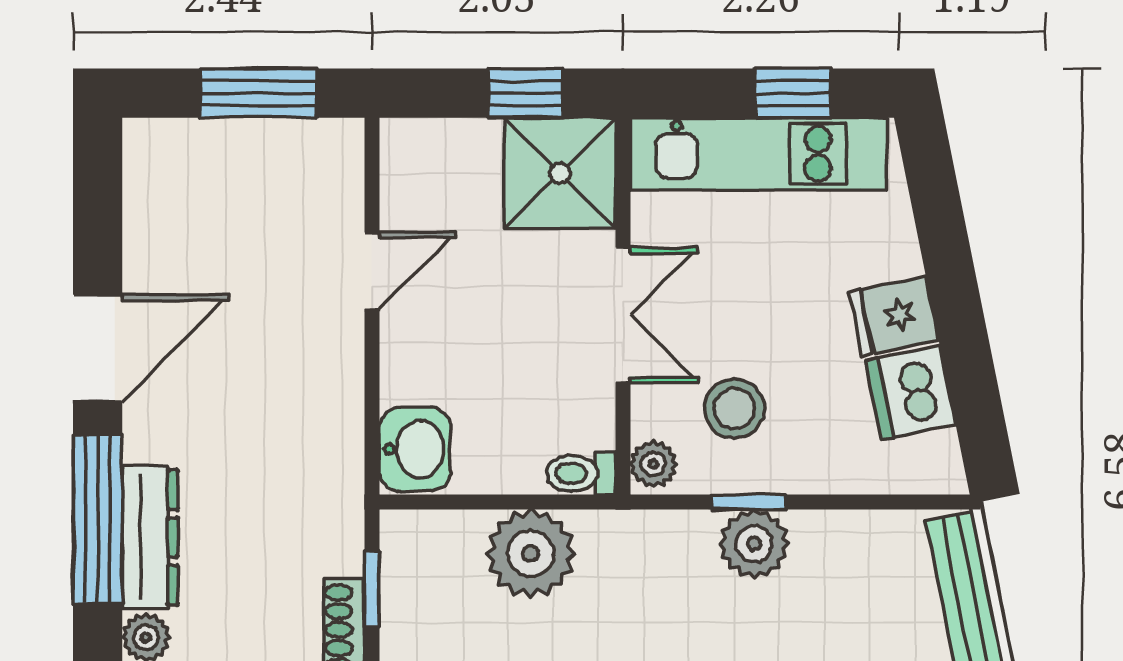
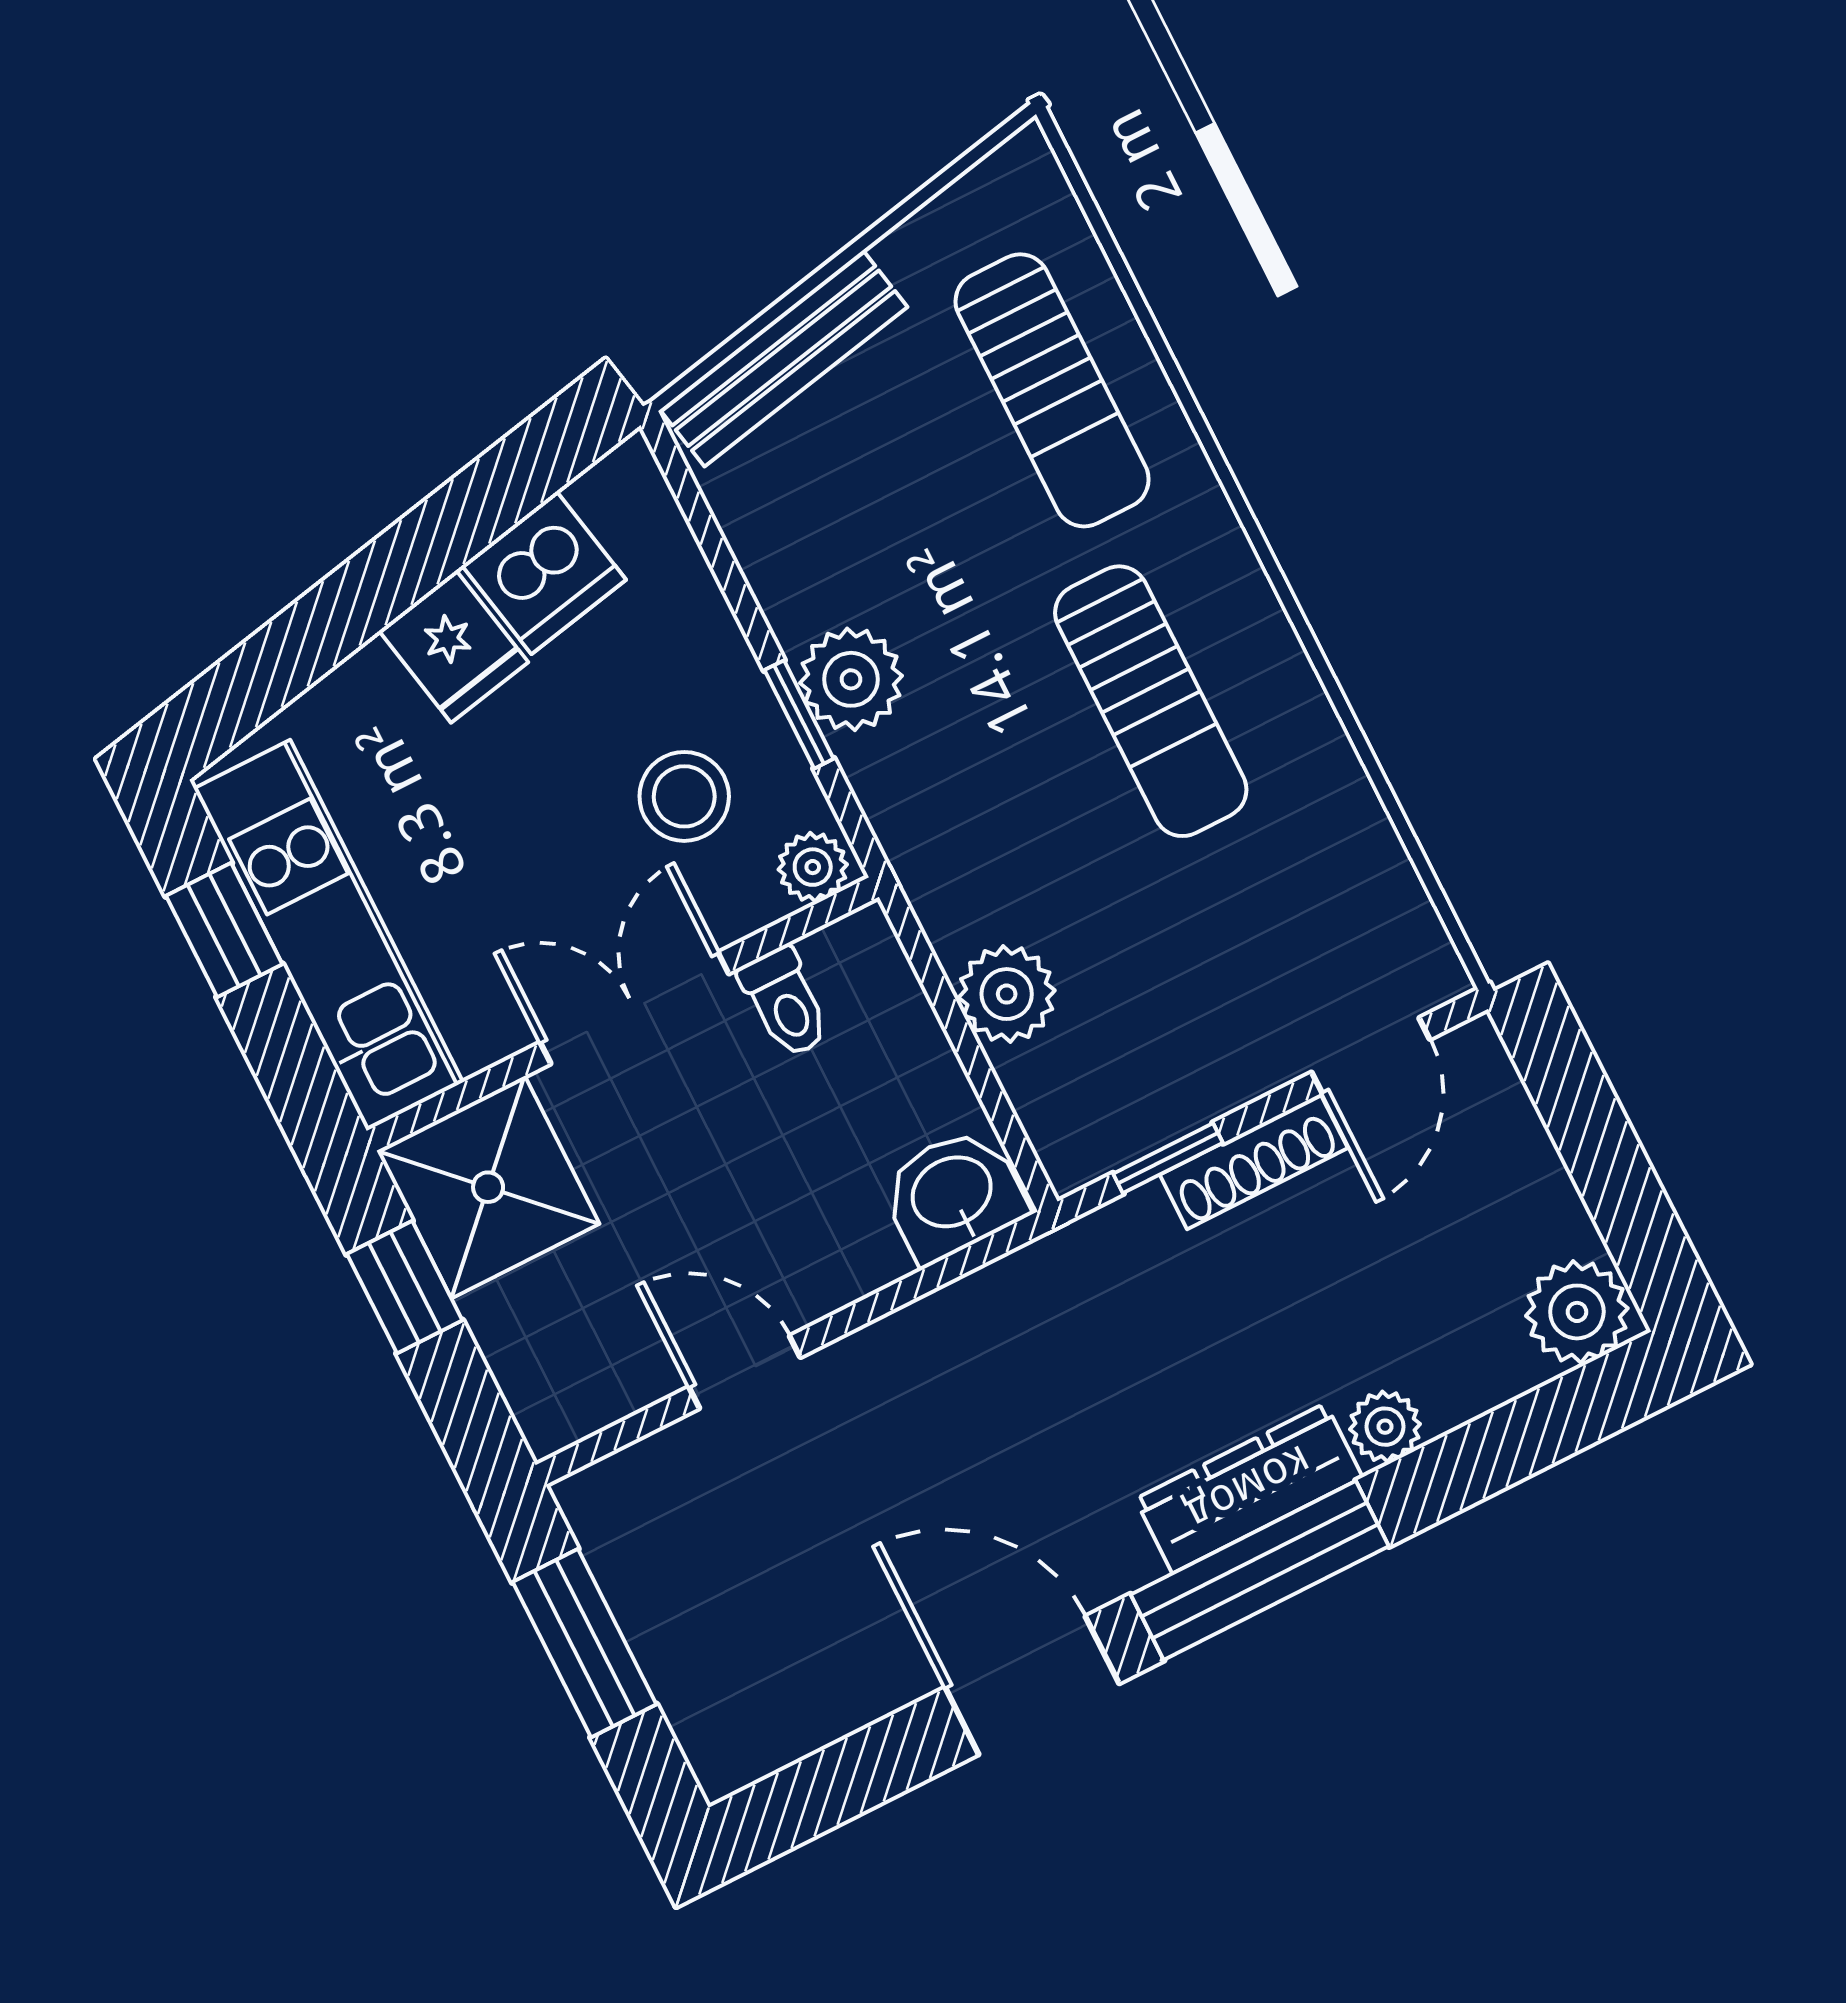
toilet: (581, 473) -> (785, 1002), moved
plant: (531, 553) -> (1007, 994), width x0.73, depth x0.73

